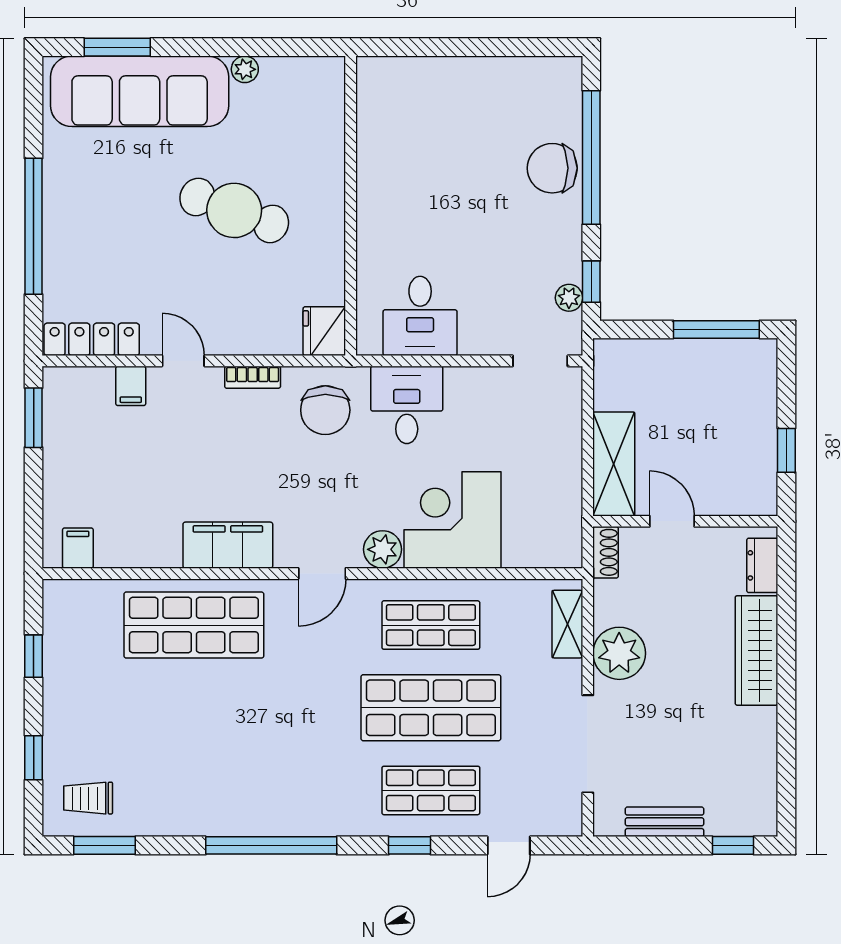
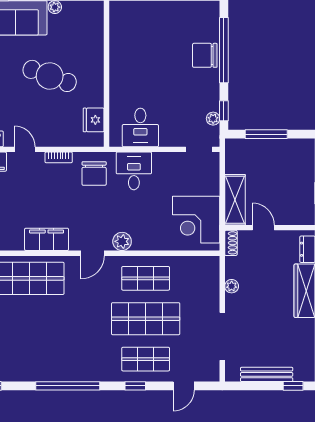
window: (716, 330) -> (266, 134), moved
fridge: (324, 331) -> (94, 120), moved
corner desk: (452, 520) -> (196, 220), moved, turned -90
shelving: (567, 624) -> (212, 278), removed
plant: (619, 653) -> (232, 286), width x0.53, depth x0.53
bench: (664, 822) -> (267, 374), width x1.36

